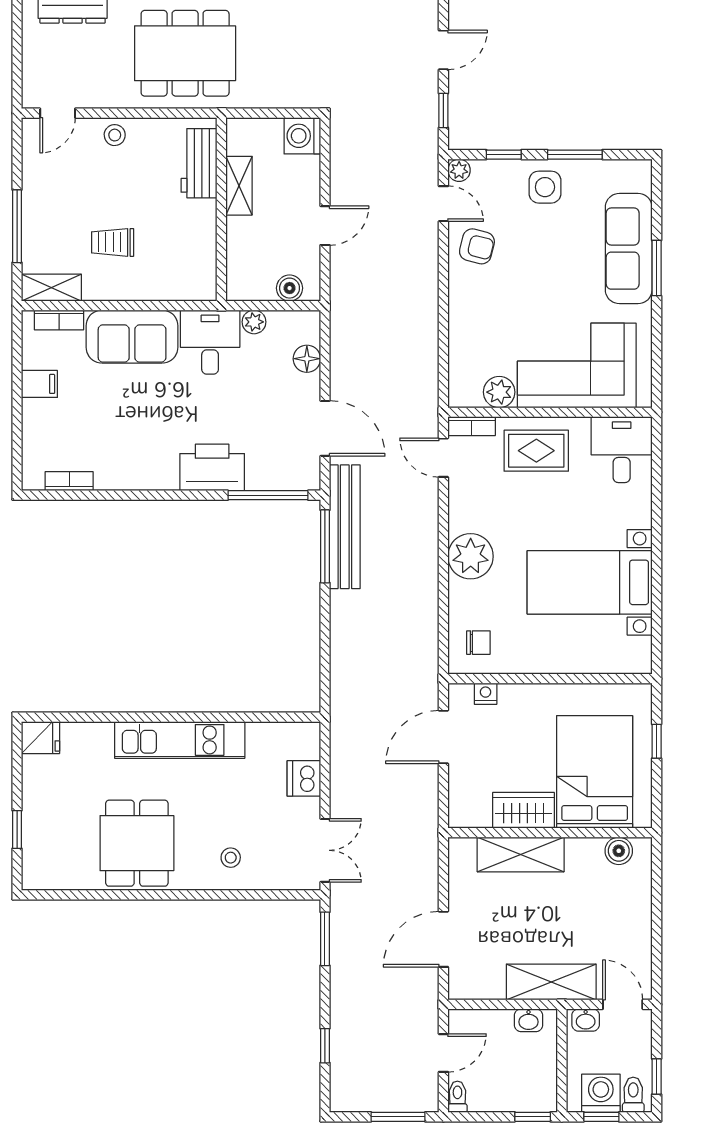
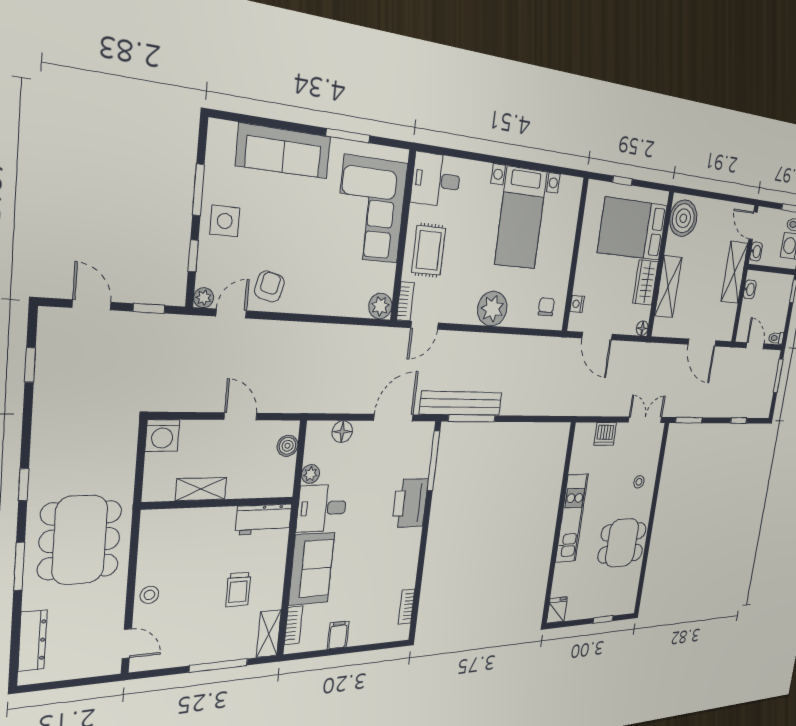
workbench: (199, 163) -> (264, 519), moved
window: (657, 268) -> (348, 136), moved
plant: (499, 392) -> (380, 306), moved
floor lamp: (458, 818) -> (642, 328), added
boiler: (619, 851) -> (683, 218), width x1.86, depth x1.86
door: (623, 1004) -> (753, 226), hinge flipped

